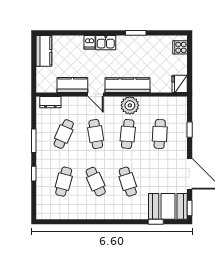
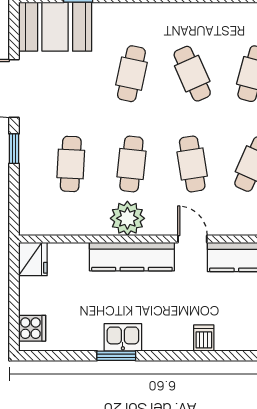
kitchen sink: (106, 43) -> (123, 337), moved
window: (190, 130) -> (14, 149), moved
cafe table: (128, 182) -> (131, 74), turned 30
window: (190, 208) -> (14, 24), removed

